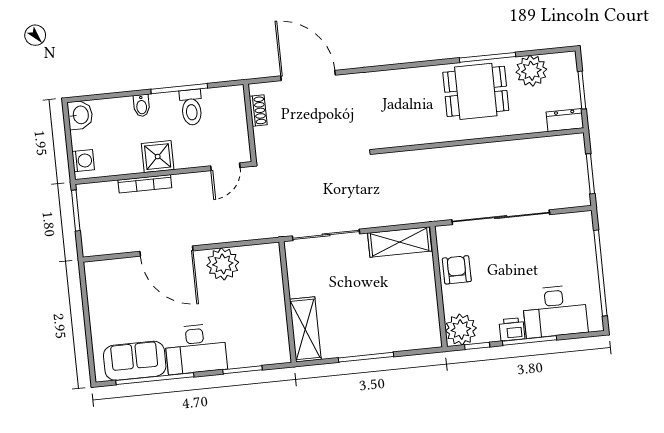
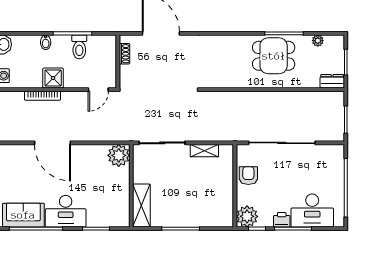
plant: (531, 71) -> (318, 41), width x0.53, depth x0.53
shelving: (400, 242) -> (204, 151), width x0.67, depth x0.75
plant: (223, 264) -> (119, 155), moved

